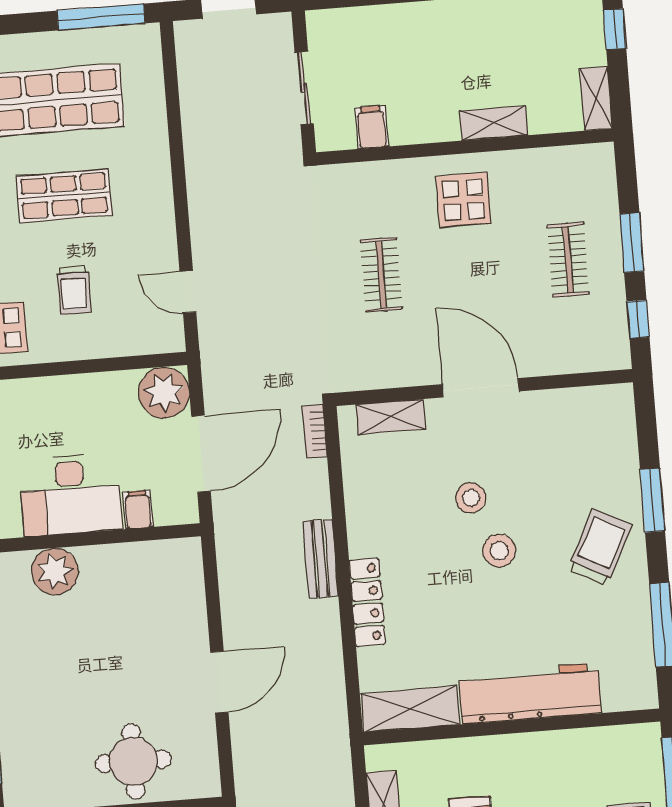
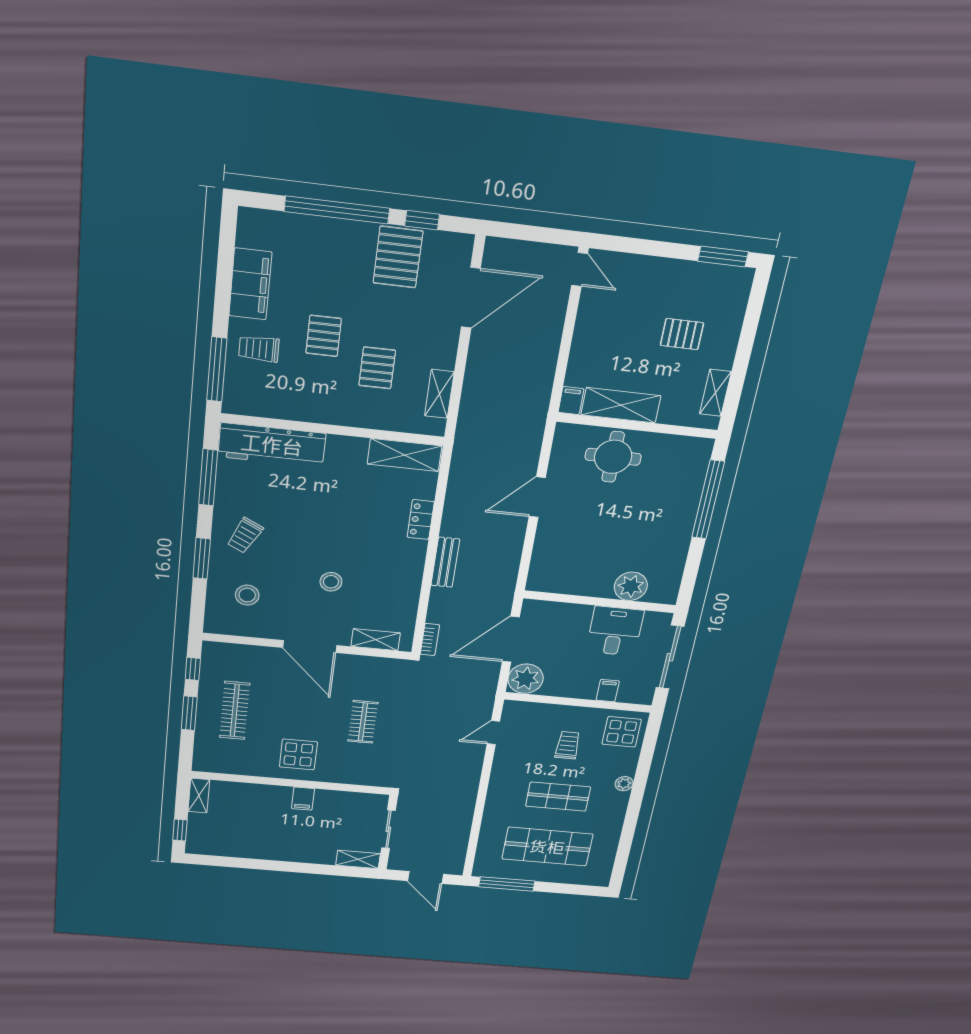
shelving: (494, 123) -> (358, 859), moved
filing cabinet: (372, 127) -> (303, 799), moved
clothes rail: (568, 260) -> (235, 710), width x1.36
door: (188, 292) -> (493, 733), swing flipped
desk: (71, 495) -> (615, 631), width x0.73
filing cabinet: (138, 509) -> (608, 691), moved, turned 180
trolley: (600, 547) -> (245, 535), width x0.73, depth x0.72
stool: (499, 551) -> (247, 595), moved
locker: (367, 602) -> (421, 520), width x0.66
workbench: (530, 693) -> (272, 445), moved

